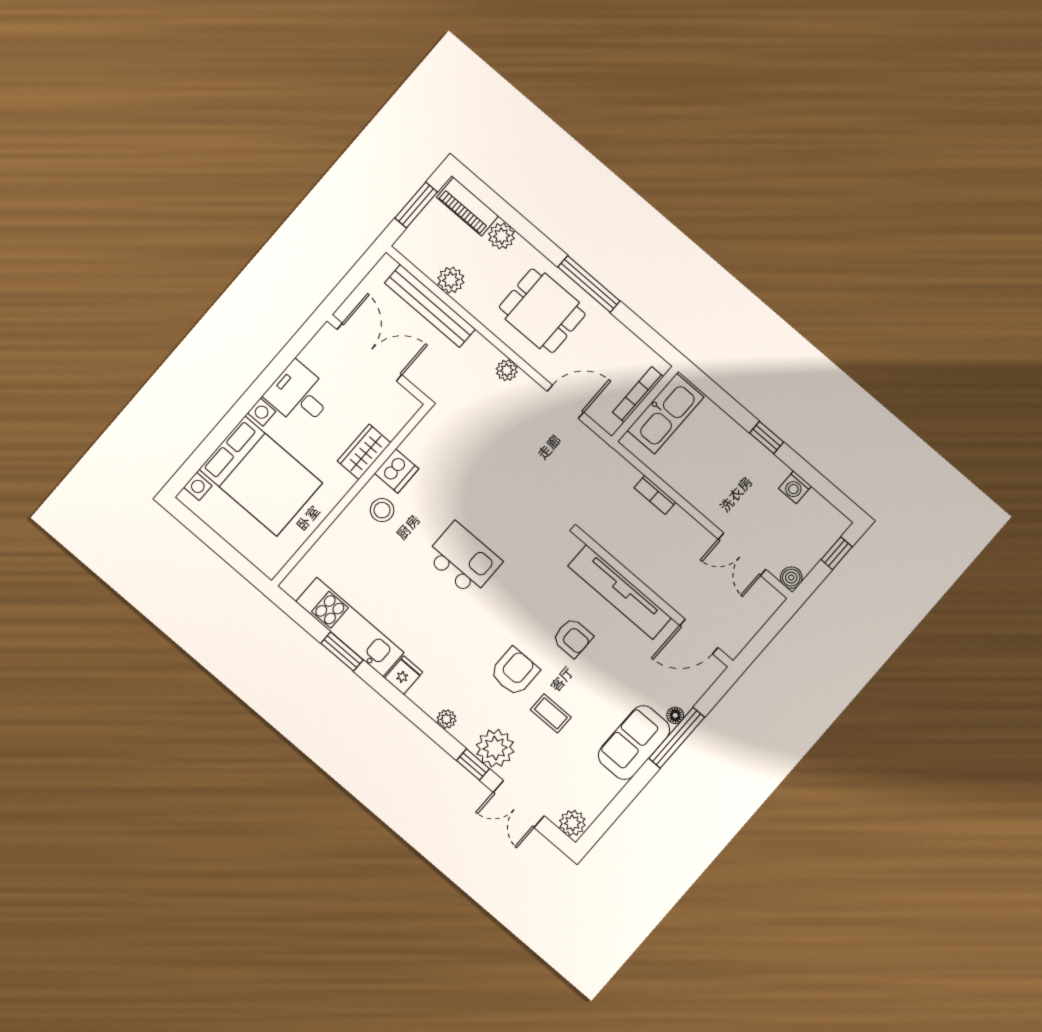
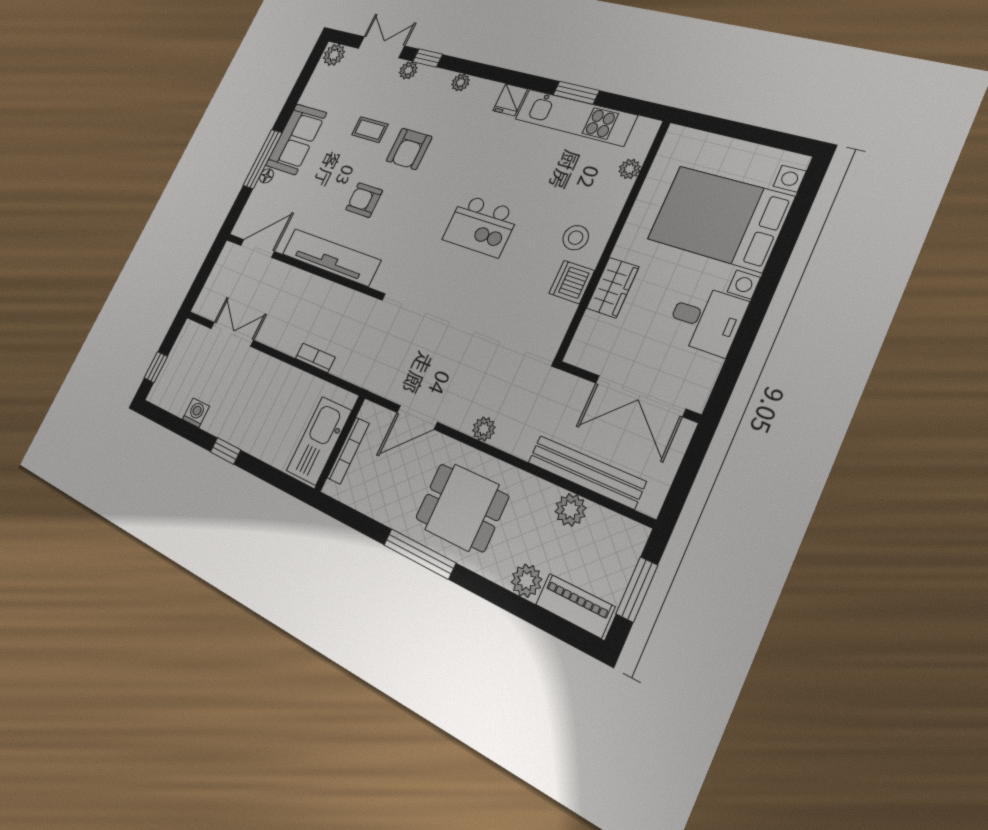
plant: (318, 554) -> (630, 169), added
boiler: (791, 578) -> (189, 331), removed
plant: (495, 748) -> (408, 70), width x0.53, depth x0.53

